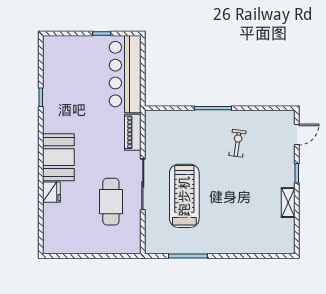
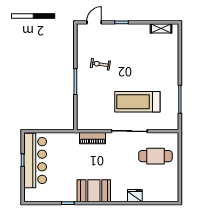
bar counter: (125, 74) -> (35, 161), moved, turned -90
door: (297, 134) -> (94, 22), hinge flipped
booth: (58, 157) -> (94, 191), moved
cafe table: (111, 202) -> (155, 156), moved
shelving: (288, 203) -> (161, 28), moved

